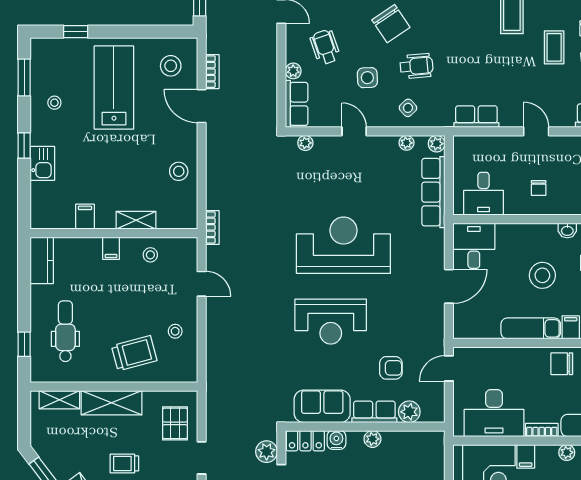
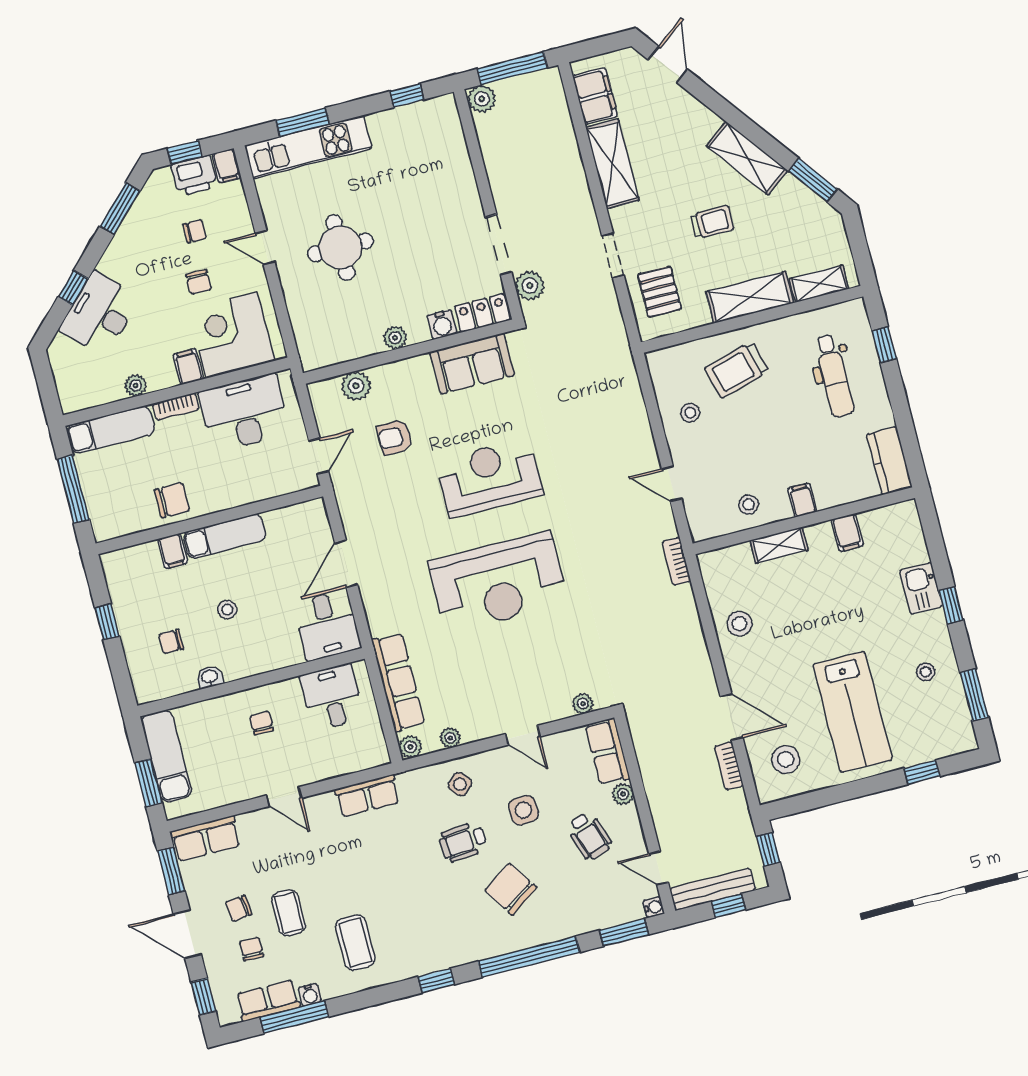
stool: (542, 275) -> (227, 610), width x0.53, depth x0.53
row of seats: (374, 412) -> (402, 374), removed

